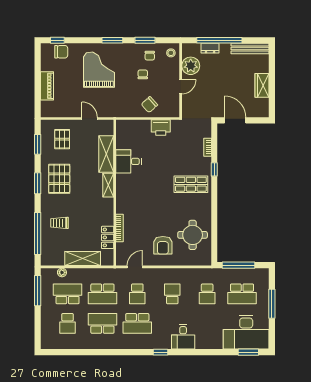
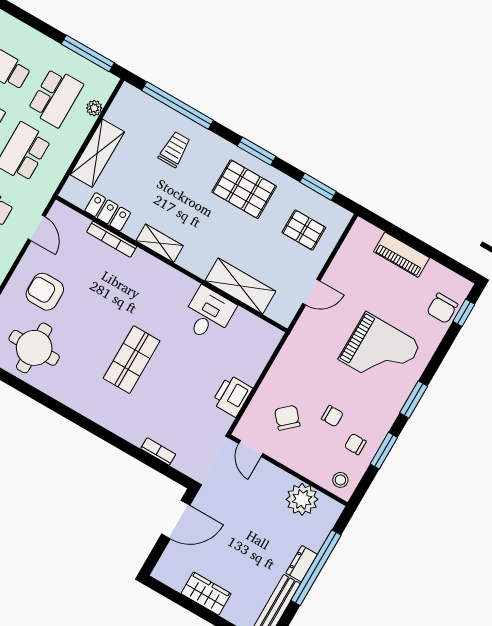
dresser: (210, 48) -> (302, 564), moved
door: (181, 87) -> (251, 448), moved
chair: (149, 105) -> (287, 418), moved
window: (214, 169) -> (117, 442), removed
shop shelf: (191, 184) -> (132, 360), moved
shelving: (108, 185) -> (160, 243), moved

